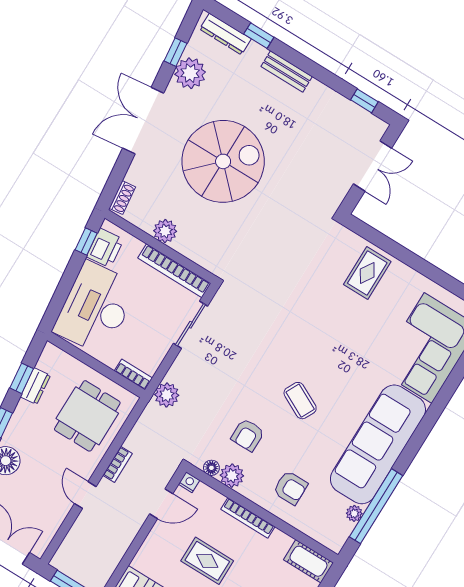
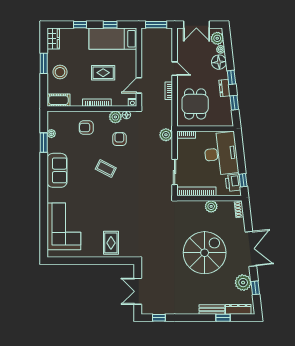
bench: (287, 72) -> (212, 310), moved
spiral stairs: (223, 161) -> (205, 253), turned 180
dresser: (35, 386) -> (224, 88), moved
sofa: (378, 444) -> (57, 170), width x0.54, depth x0.79
window: (376, 506) -> (44, 143), width x0.47

